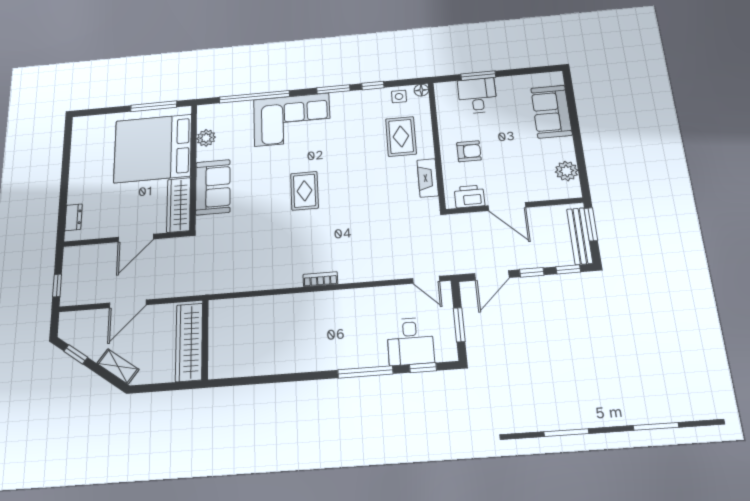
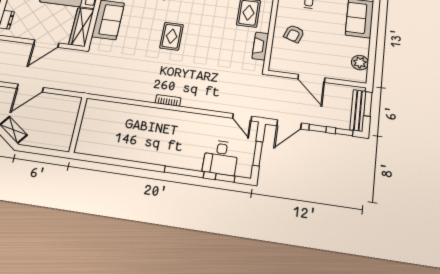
armchair: (469, 151) -> (294, 34), turned 109
printer: (469, 196) -> (287, 65), removed
wardrobe: (189, 342) -> (66, 124), removed

